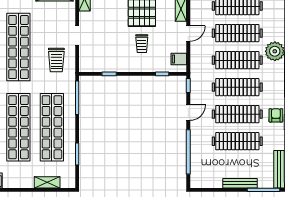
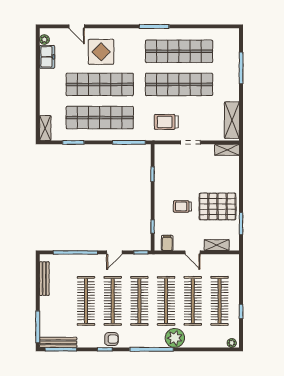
door: (188, 112) -> (114, 252), hinge flipped
shelving: (47, 182) -> (45, 128), moved
bench: (240, 183) -> (44, 279), moved

